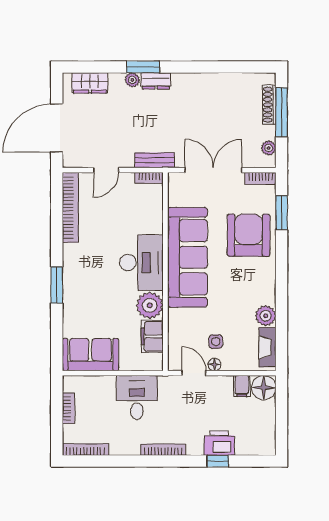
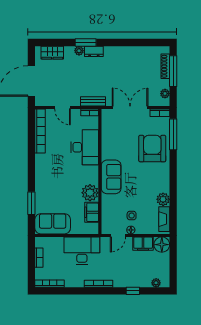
door: (106, 170) -> (63, 107), hinge flipped
window: (282, 213) -> (173, 134), width x1.44
sofa: (187, 257) -> (111, 177), width x0.54, depth x0.79
desk: (141, 263) -> (85, 147), moved
window: (57, 285) -> (31, 203), moved
door: (194, 373) -> (118, 235), swing flipped
filing cabinet: (242, 386) -> (143, 244), width x2.00
desk: (137, 397) -> (82, 251), width x1.37
printer: (219, 443) -> (134, 280), removed
plant: (255, 448) -> (156, 283), added

